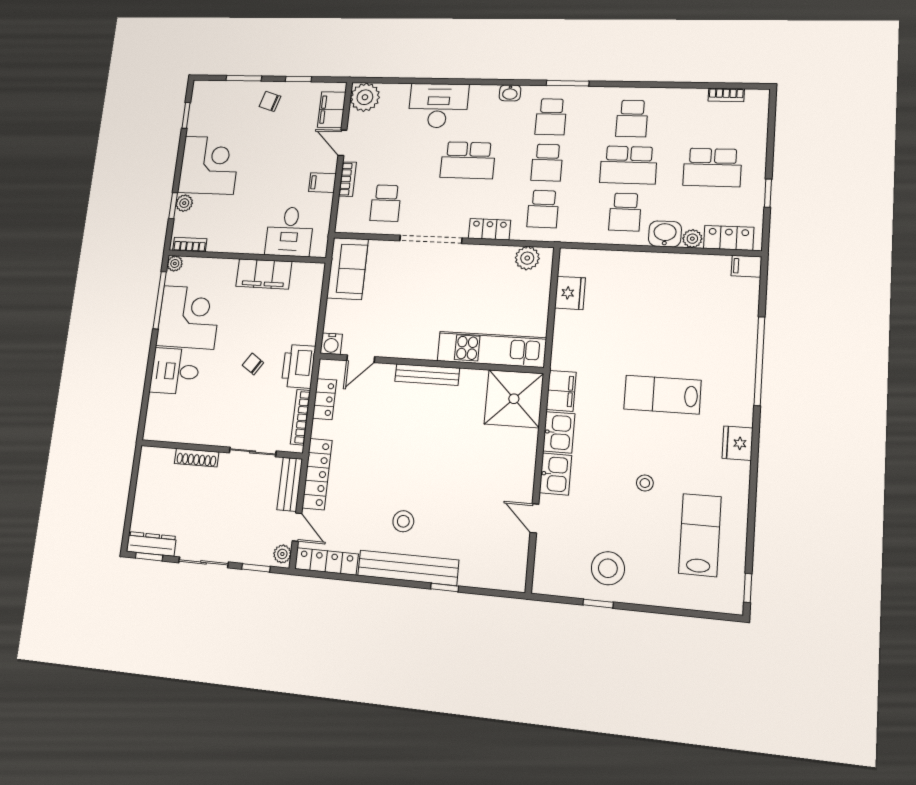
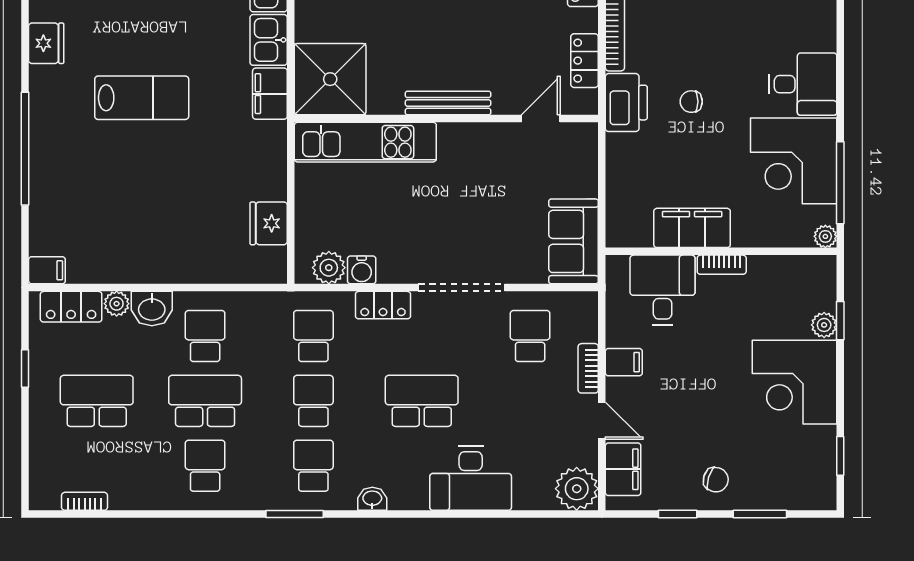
bookcase: (190, 245) -> (722, 265), moved
water cooler: (331, 344) -> (362, 270), moved, turned 180
chair: (253, 364) -> (691, 102), turned 146

